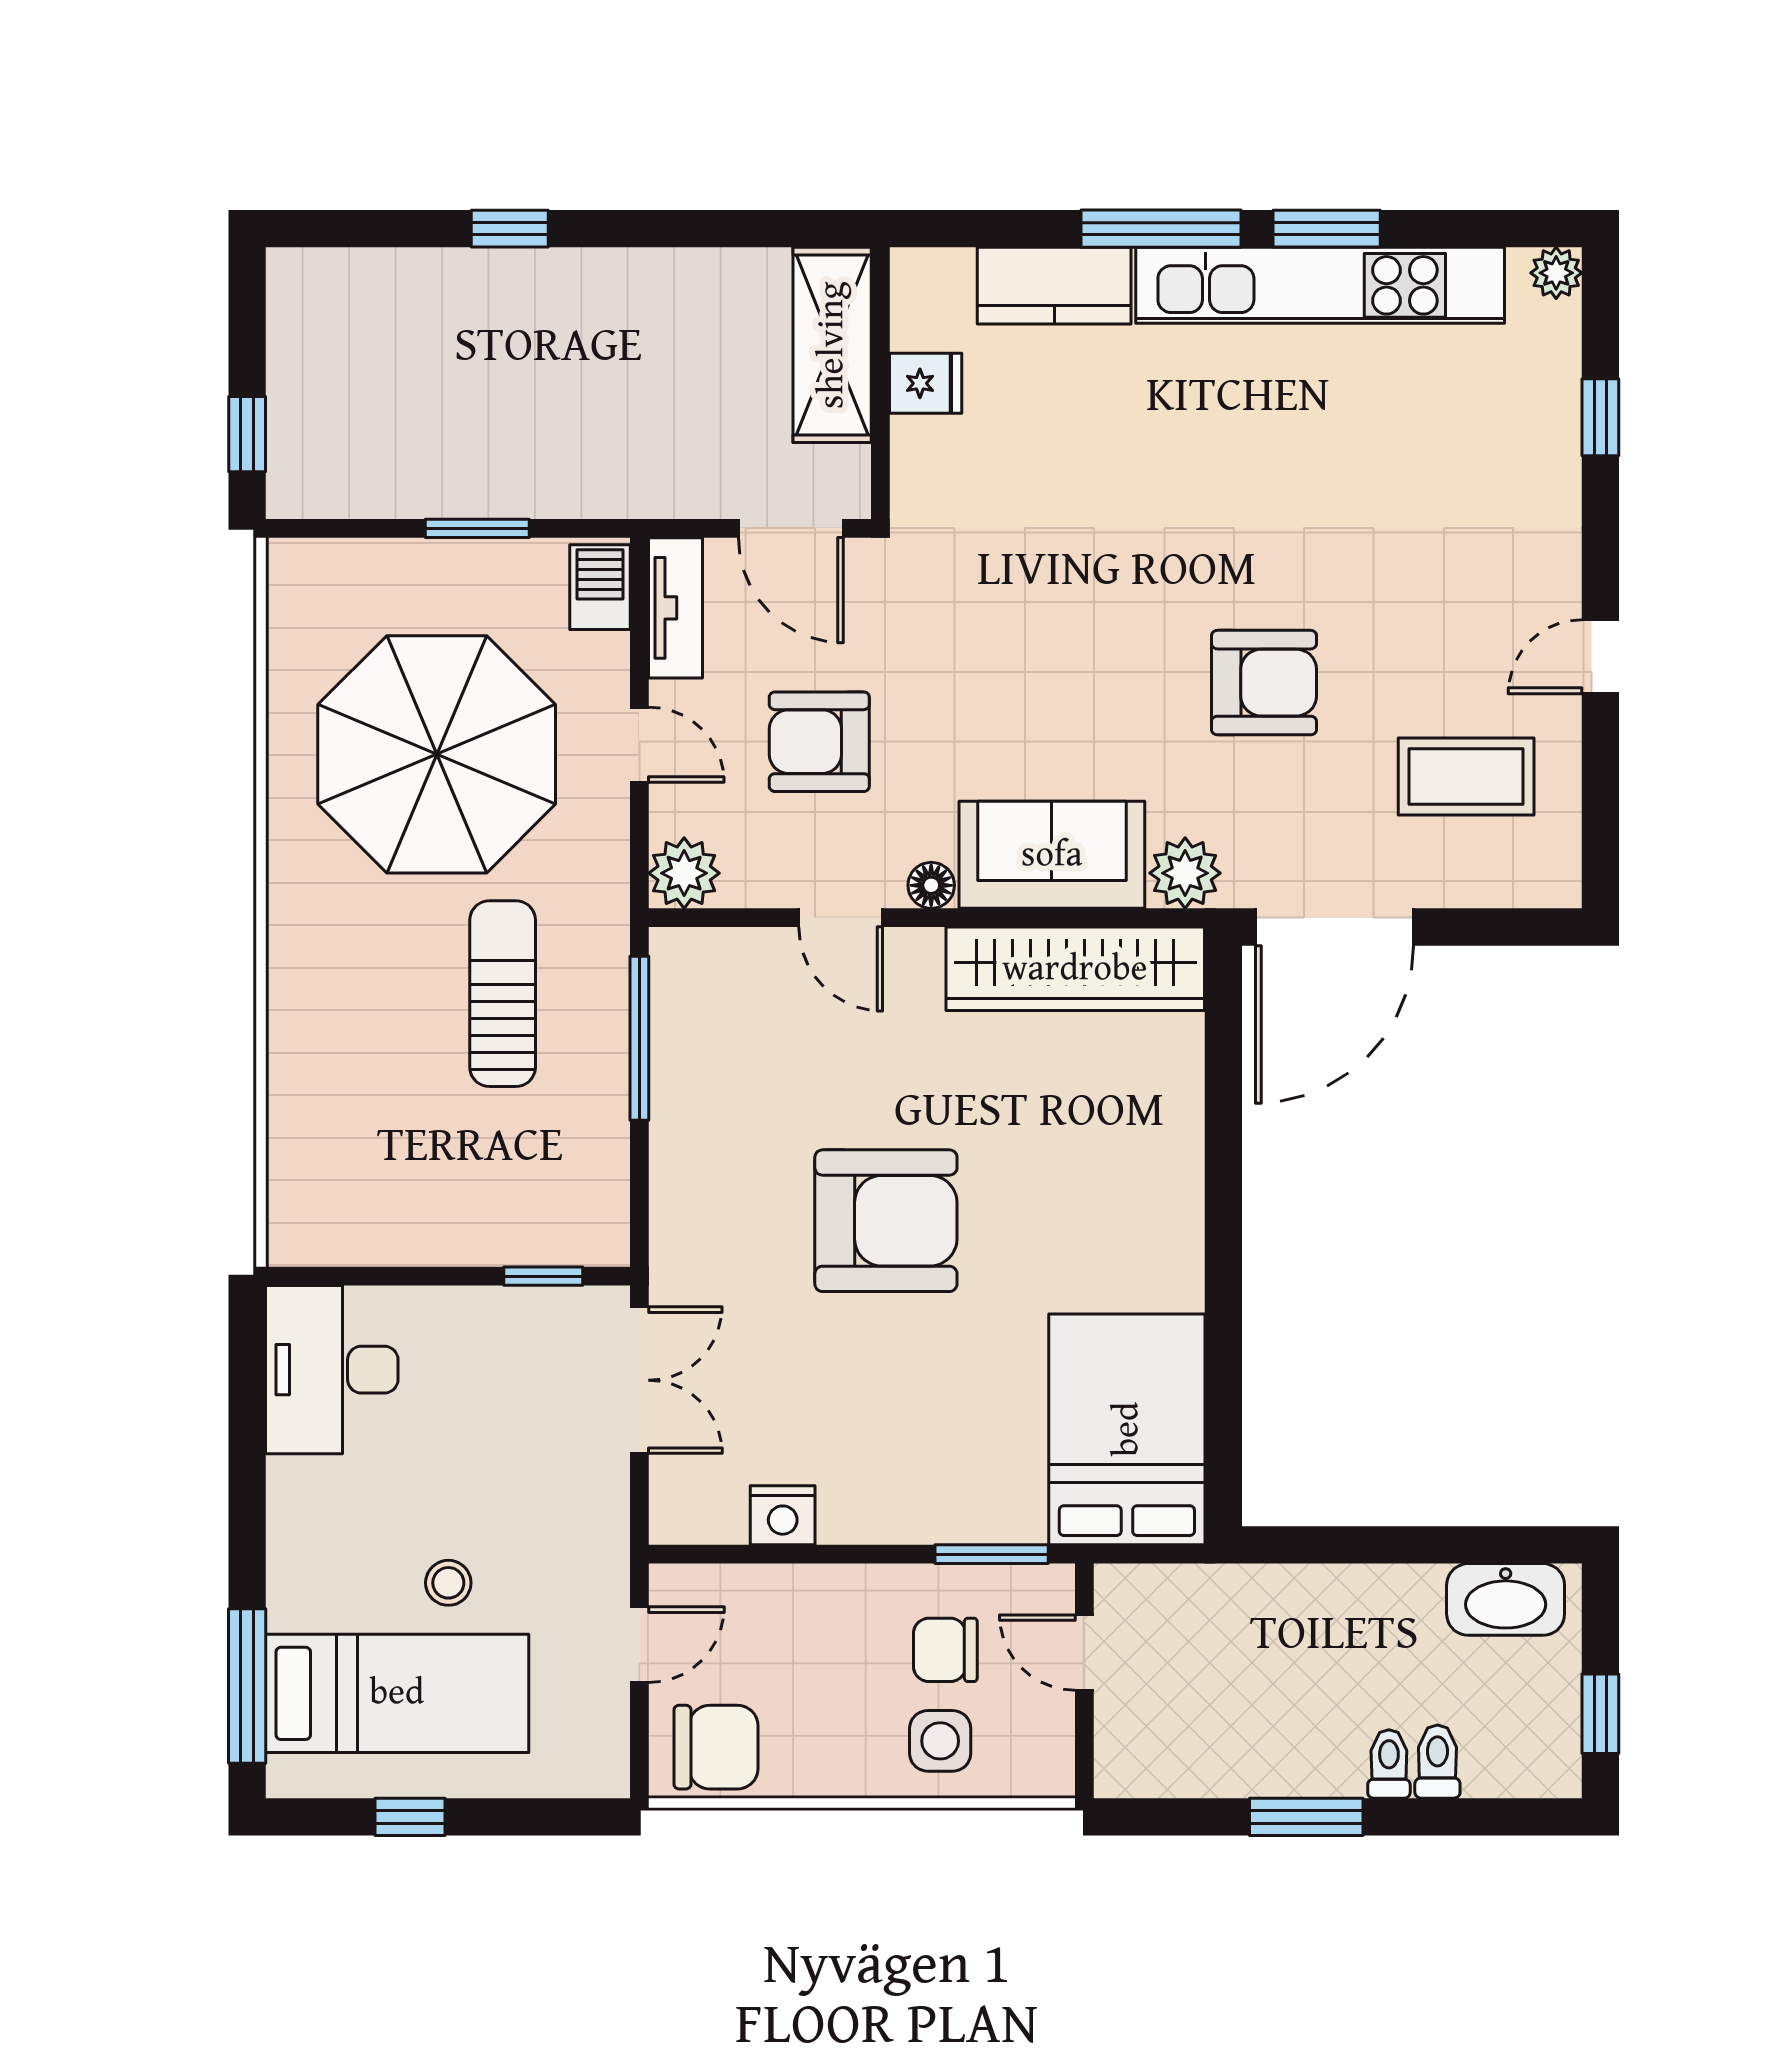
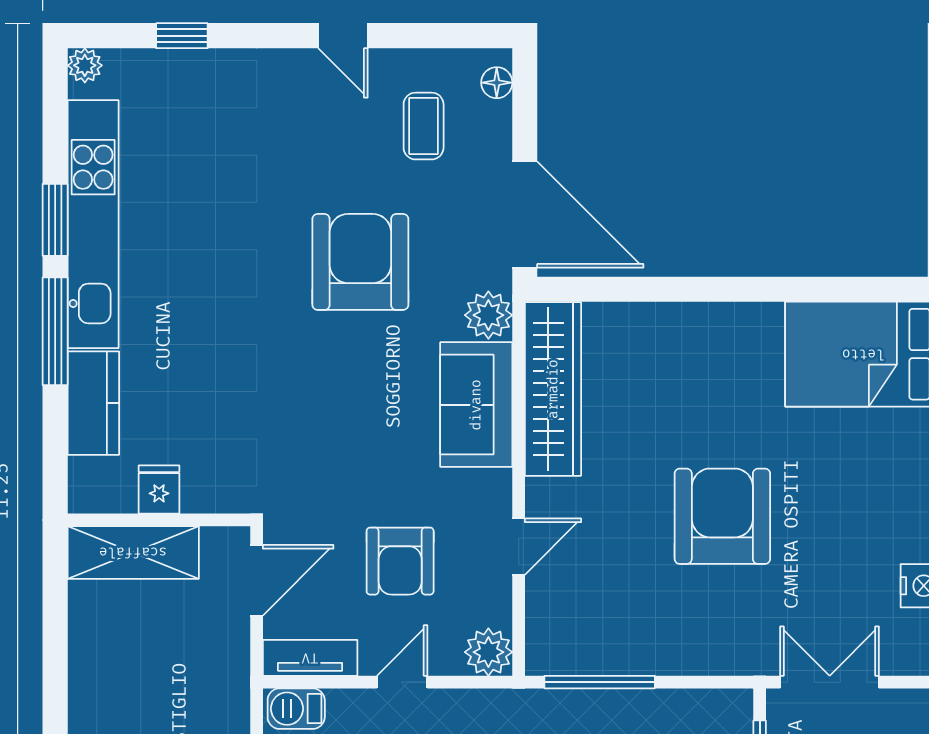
armchair: (1264, 683) -> (360, 262), width x1.36, depth x1.36
coffee table: (1466, 777) -> (424, 126), width x0.73, depth x0.77
floor lamp: (931, 885) -> (497, 83), moved

